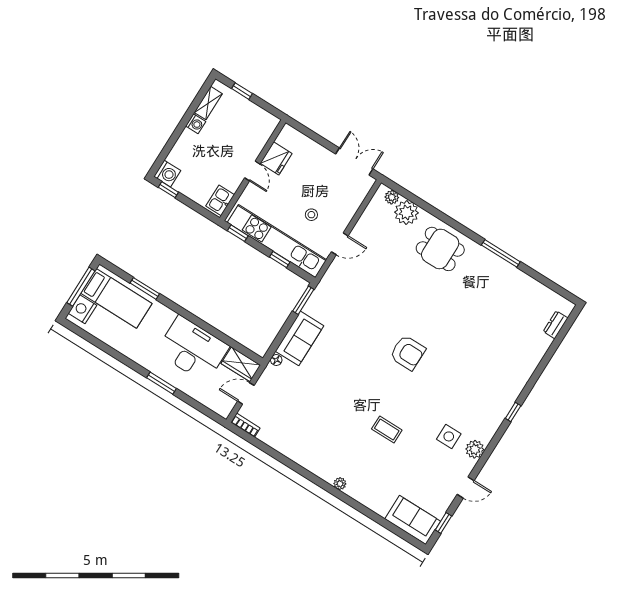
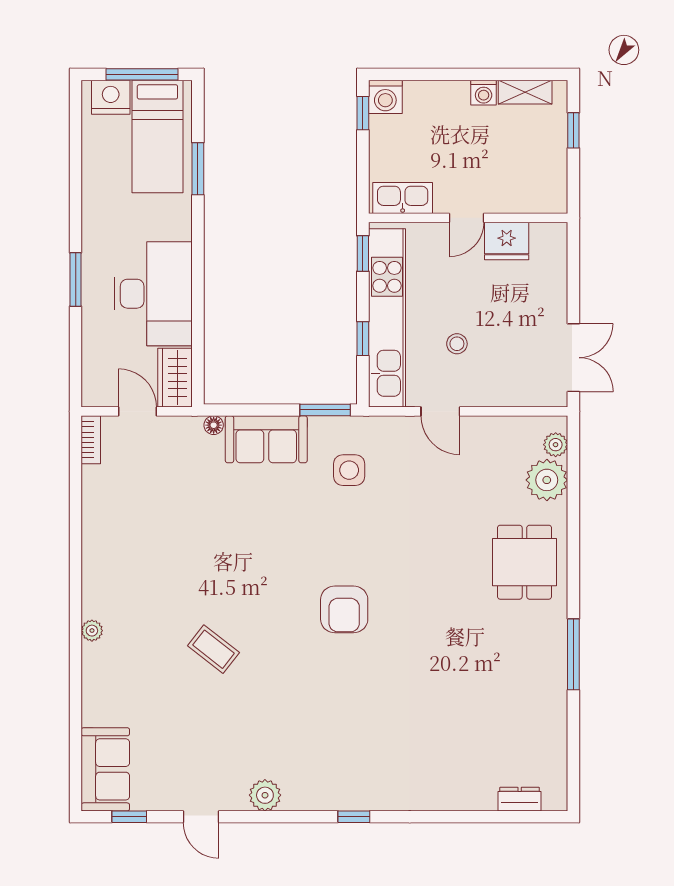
kitchen sink: (220, 200) -> (403, 198), width x1.38
coffee table: (387, 429) -> (213, 649), turned -52
side table: (449, 436) -> (349, 470), moved

